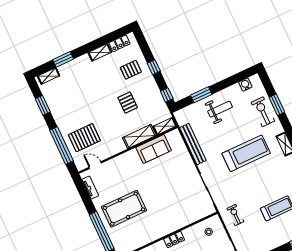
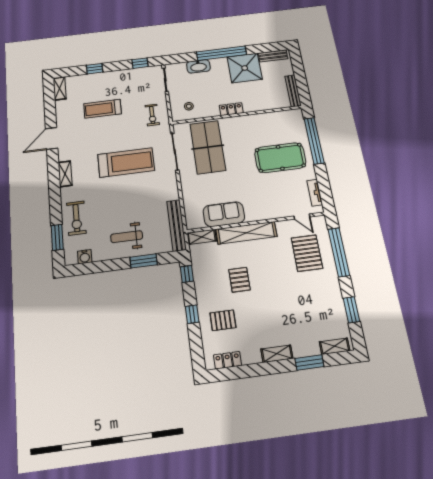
shelving: (100, 52) -> (277, 354), moved
window: (277, 105) -> (57, 237), moved
shelving: (139, 136) -> (246, 233), width x1.47
pallet: (84, 138) -> (307, 253), turned 90
bench: (193, 144) -> (177, 225), moved
treadmill: (246, 153) -> (126, 162), moved, turned 180
table tennis table: (183, 200) -> (208, 147), added

